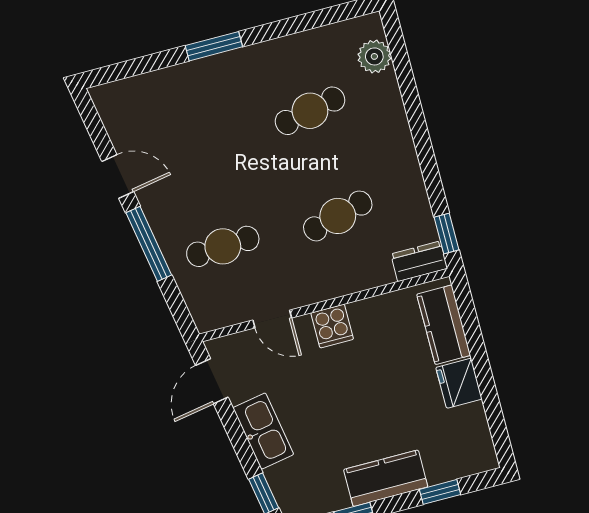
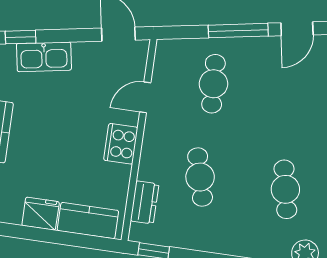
dresser: (419, 261) -> (145, 202), moved
cooker: (332, 326) -> (121, 144), width x1.36
kitchen sink: (263, 431) -> (44, 57), moved

